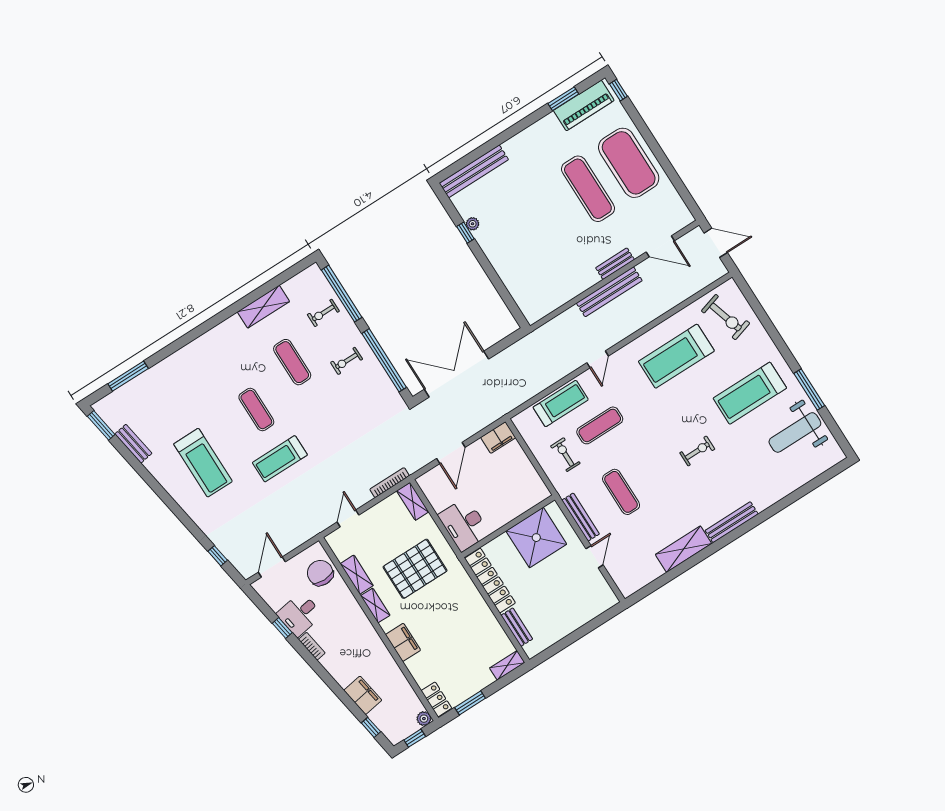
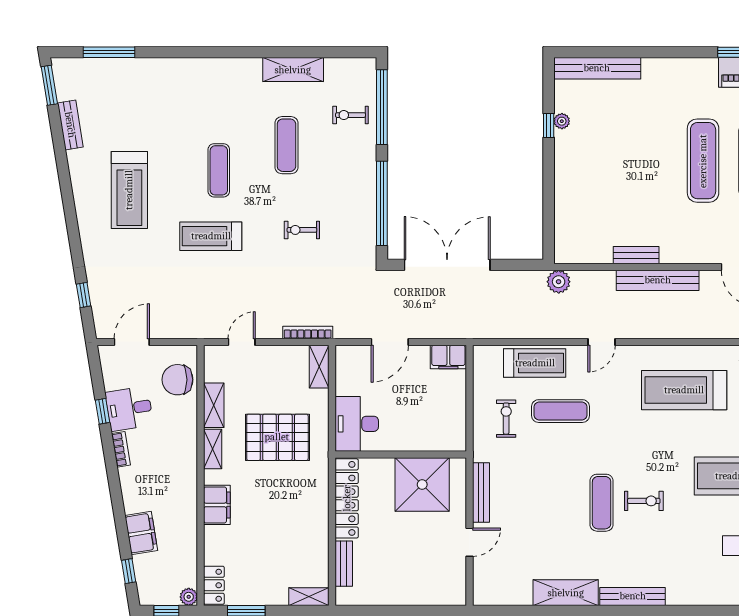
bench: (615, 264) -> (636, 255), moved
plant: (541, 337) -> (559, 282), added
exercise bike: (347, 361) -> (302, 230), moved
exercise mat: (621, 492) -> (602, 503), moved
chair: (320, 573) -> (177, 380), turned -90

